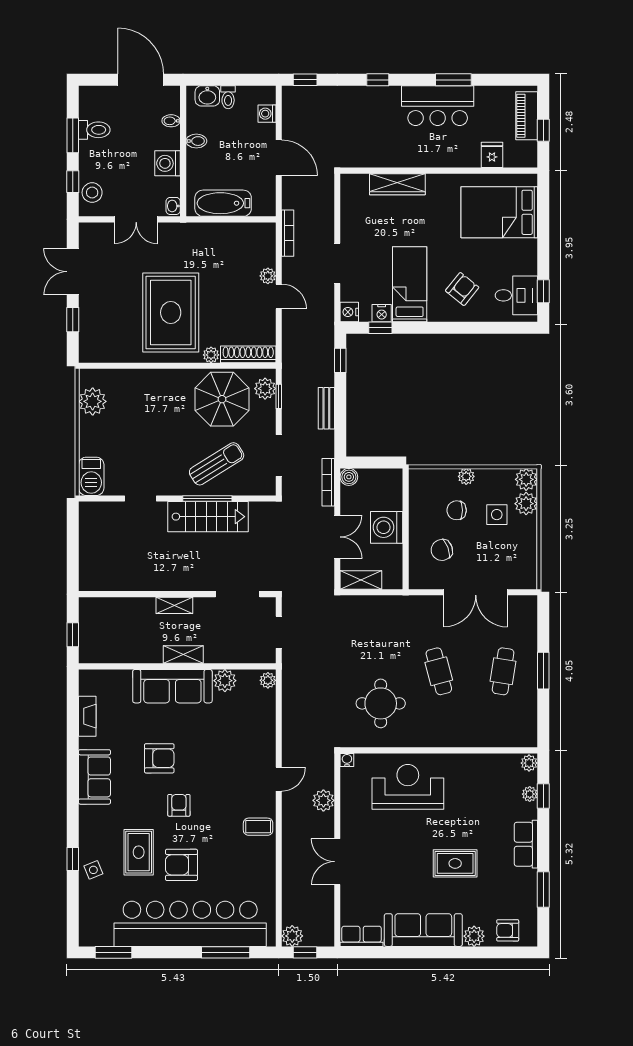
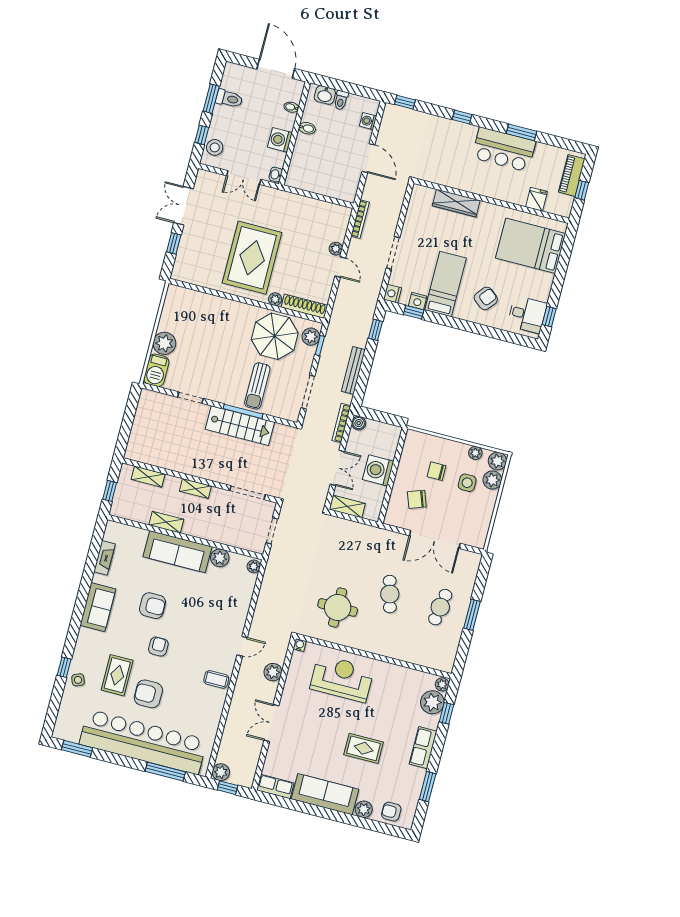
bathtub: (223, 203) -> (315, 182), removed
plant: (93, 401) -> (164, 343), moved
bench: (326, 408) -> (353, 371), width x1.36
sun lounger: (217, 464) -> (257, 386), turned 122
plant: (466, 476) -> (475, 453), moved
shelving: (114, 606) -> (148, 477), added
shelving: (183, 654) -> (166, 522), moved
plant: (530, 794) -> (432, 702), width x1.88, depth x1.88

